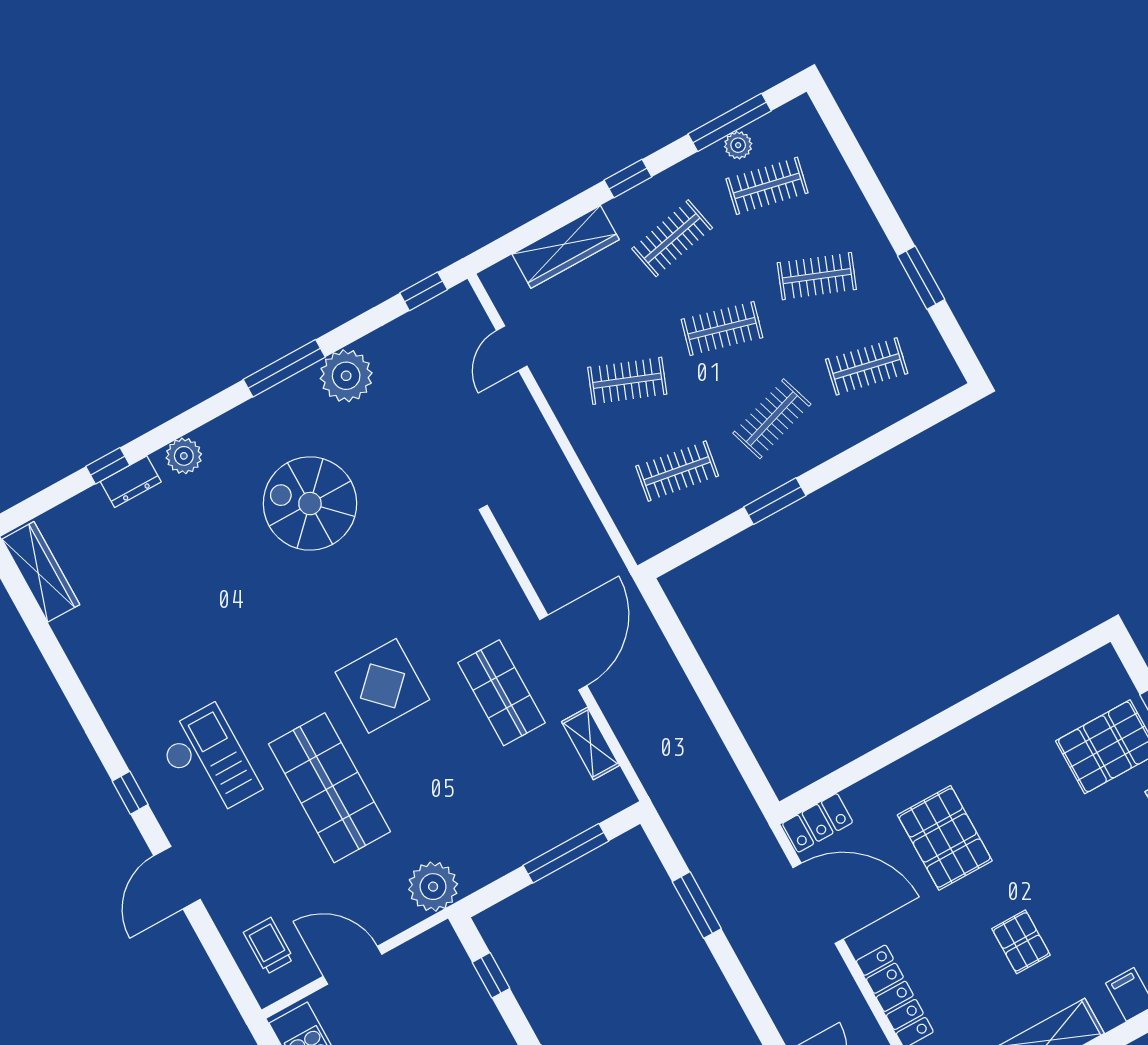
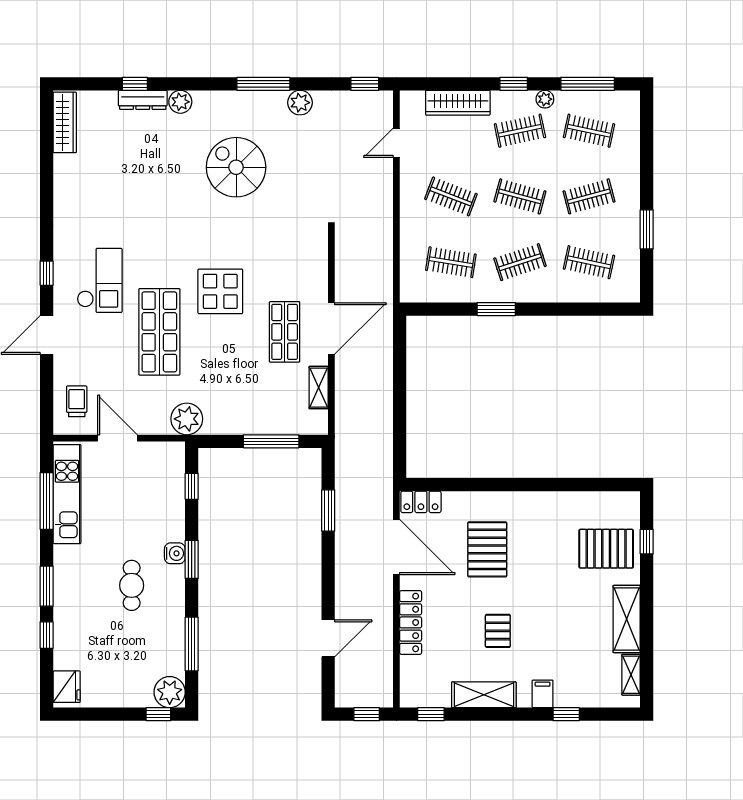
plant: (738, 145) -> (545, 99), moved
clothes rail: (817, 276) -> (589, 196), turned -36
plant: (346, 376) -> (300, 103), width x0.73, depth x0.73
dresser: (131, 482) -> (143, 100), width x1.44

